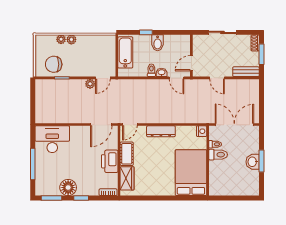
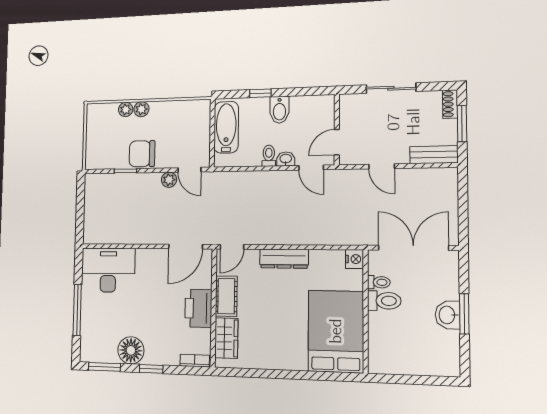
chair: (54, 64) -> (142, 154), moved
door: (103, 78) -> (189, 170), hinge flipped

